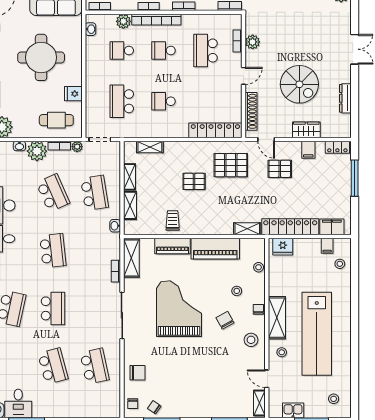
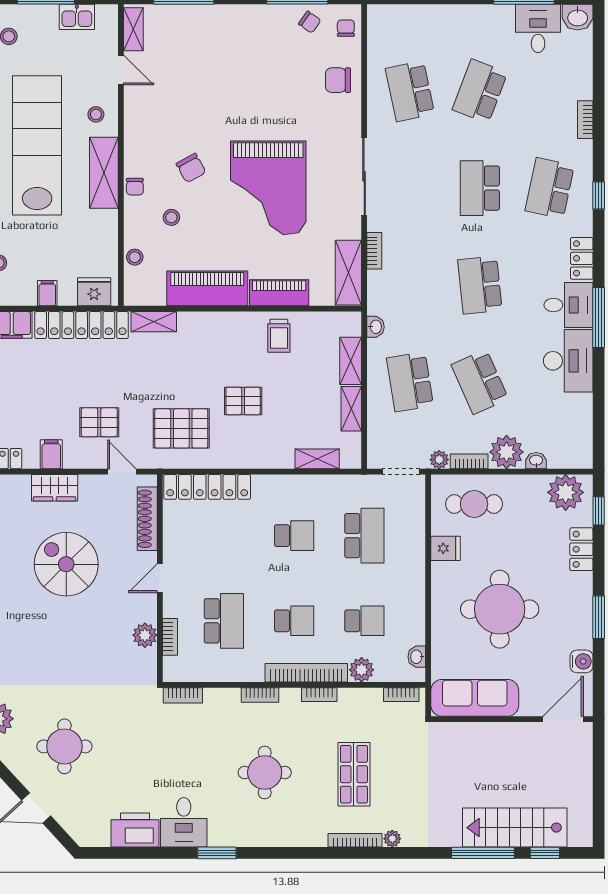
filing cabinet: (327, 246) -> (47, 293), moved
stool: (251, 340) -> (147, 135), removed
school desk: (53, 366) -> (480, 91), turned 36

